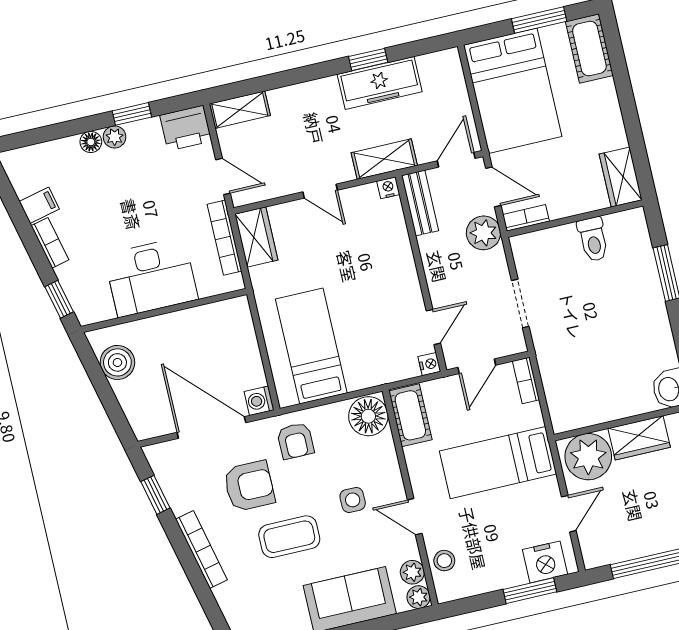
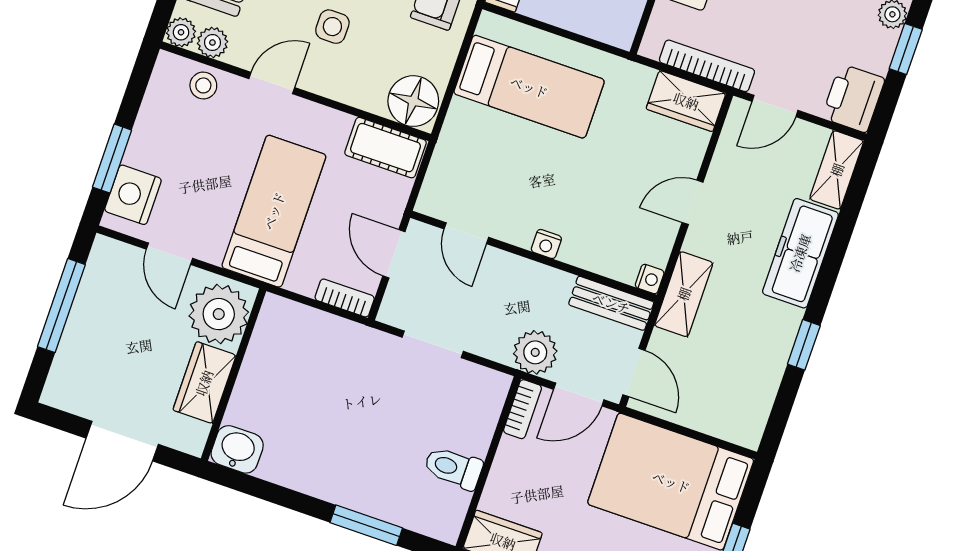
freezer: (380, 83) -> (800, 253), moved
nightstand: (429, 364) -> (546, 244), moved

